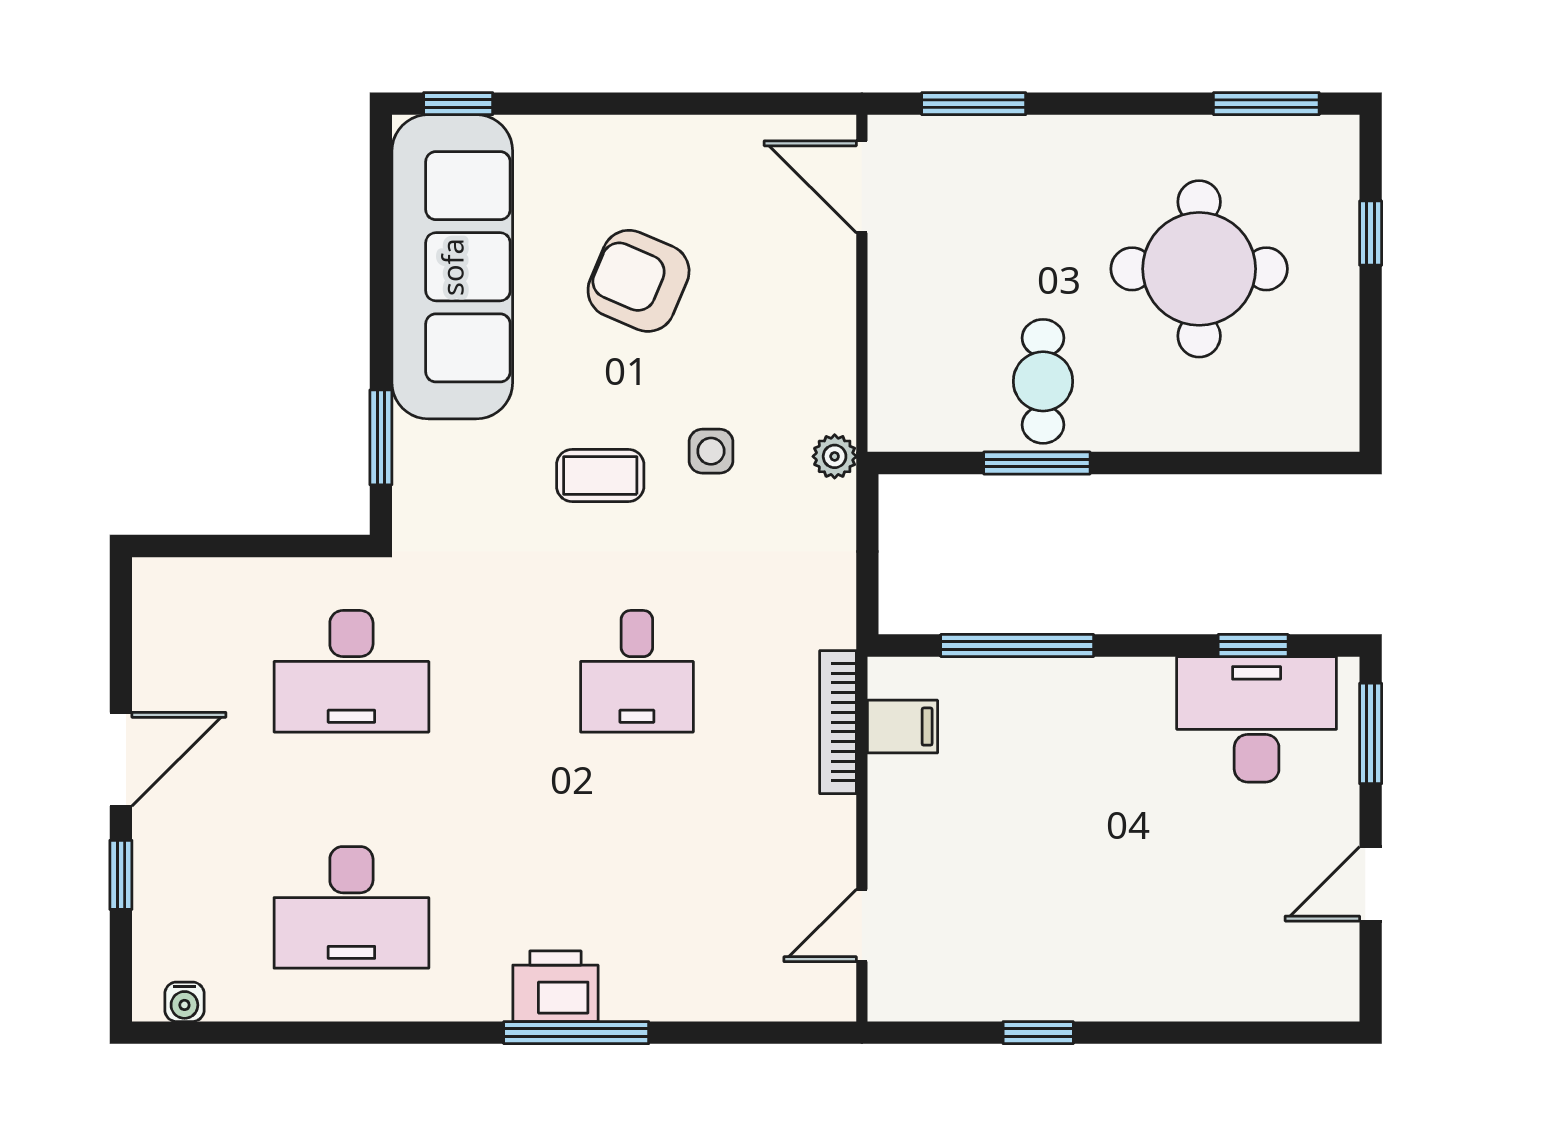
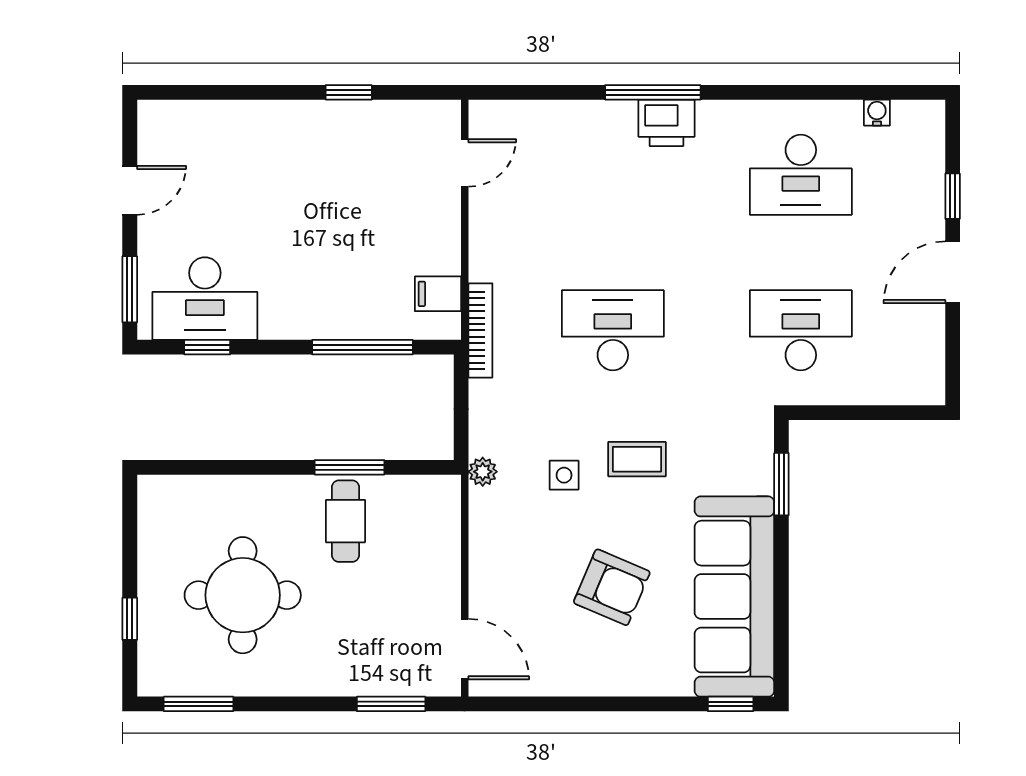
desk: (637, 671) -> (613, 330), width x1.37
bookcase: (838, 722) -> (480, 330), moved
desk: (351, 907) -> (801, 175), turned 180
water cooler: (184, 1002) -> (877, 113), moved

